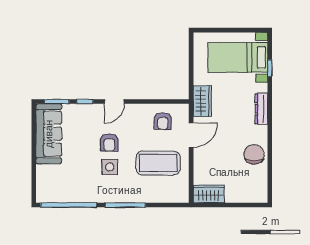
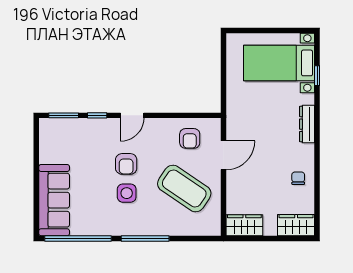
wardrobe: (202, 101) -> (296, 225), moved, turned -90
sofa: (49, 134) -> (54, 200), moved
chair: (254, 154) -> (298, 178), width x0.54, depth x0.54
coffee table: (158, 163) -> (184, 188), turned 34

